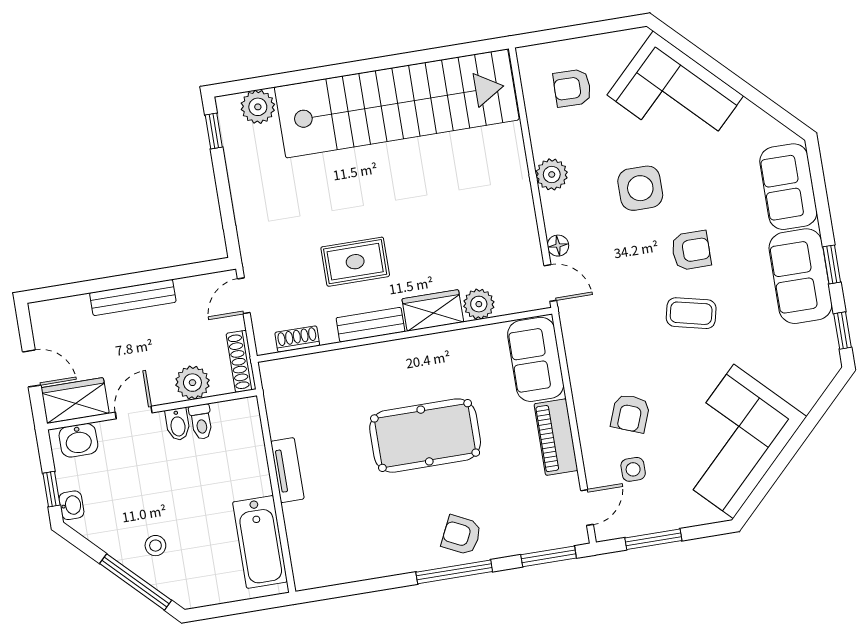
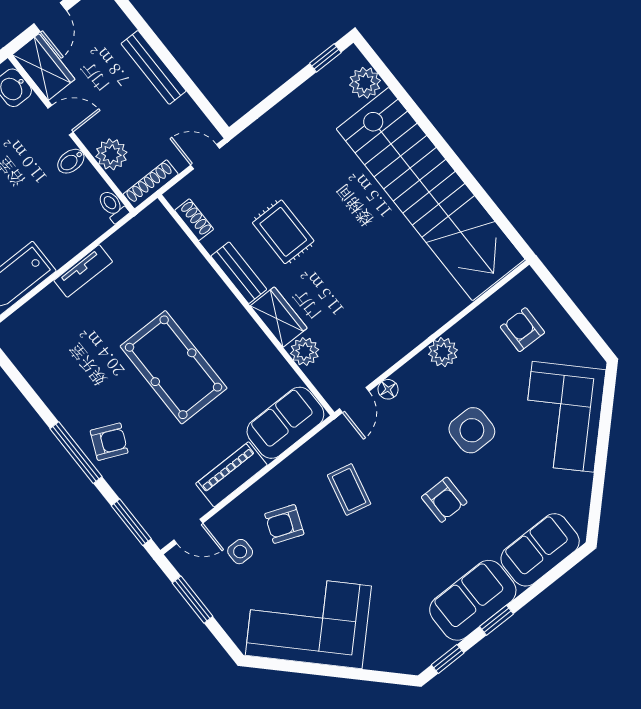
coffee table: (691, 313) -> (349, 489), moved
toilet: (201, 422) -> (113, 206), moved, turned 90
armchair: (461, 535) -> (109, 442), turned 88

